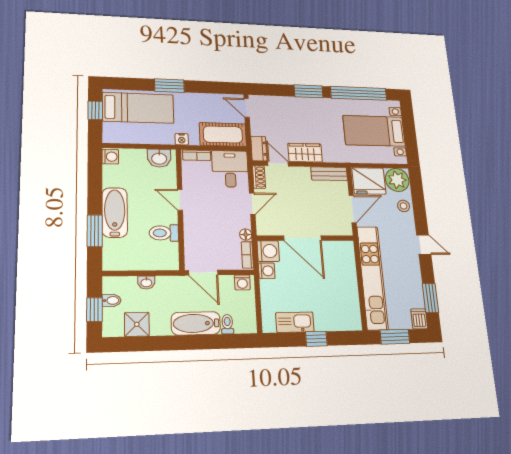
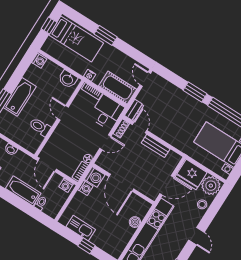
wardrobe: (305, 153) -> (162, 131), removed
bench: (329, 174) -> (156, 146), moved
boiler: (349, 273) -> (135, 222), added

